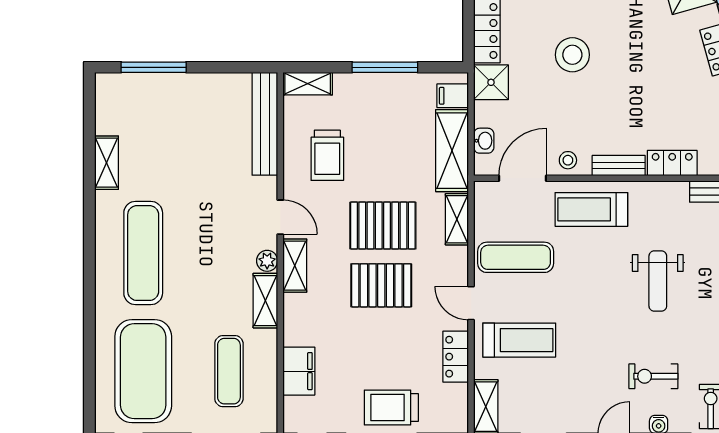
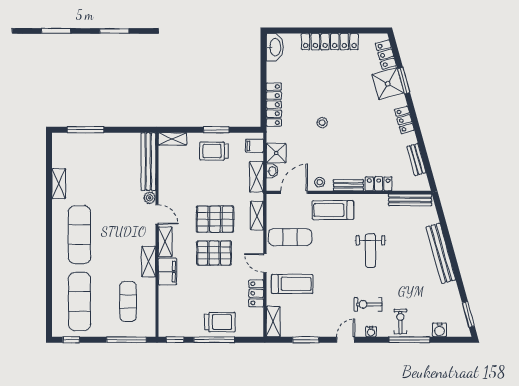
stool: (572, 55) -> (322, 123), width x0.53, depth x0.53
window: (385, 67) -> (216, 130), width x0.69
shower: (491, 82) -> (276, 153), moved
shelving: (452, 151) -> (256, 177), width x0.67, depth x0.75
trolley: (327, 155) -> (214, 151), moved, turned 90
plant: (267, 261) -> (150, 198), moved
exercise mat: (143, 371) -> (79, 301), width x0.68
filing cabinet: (299, 371) -> (167, 272), moved
trolley: (391, 408) -> (220, 322), turned 180

